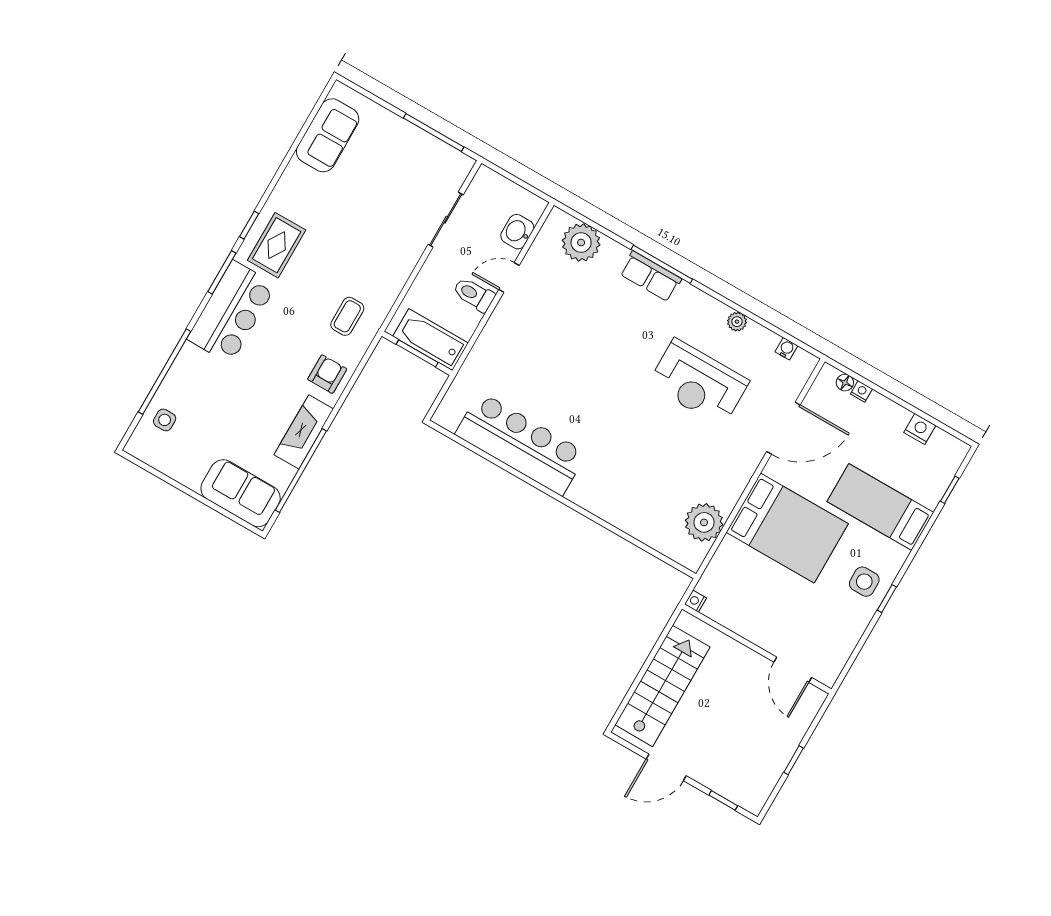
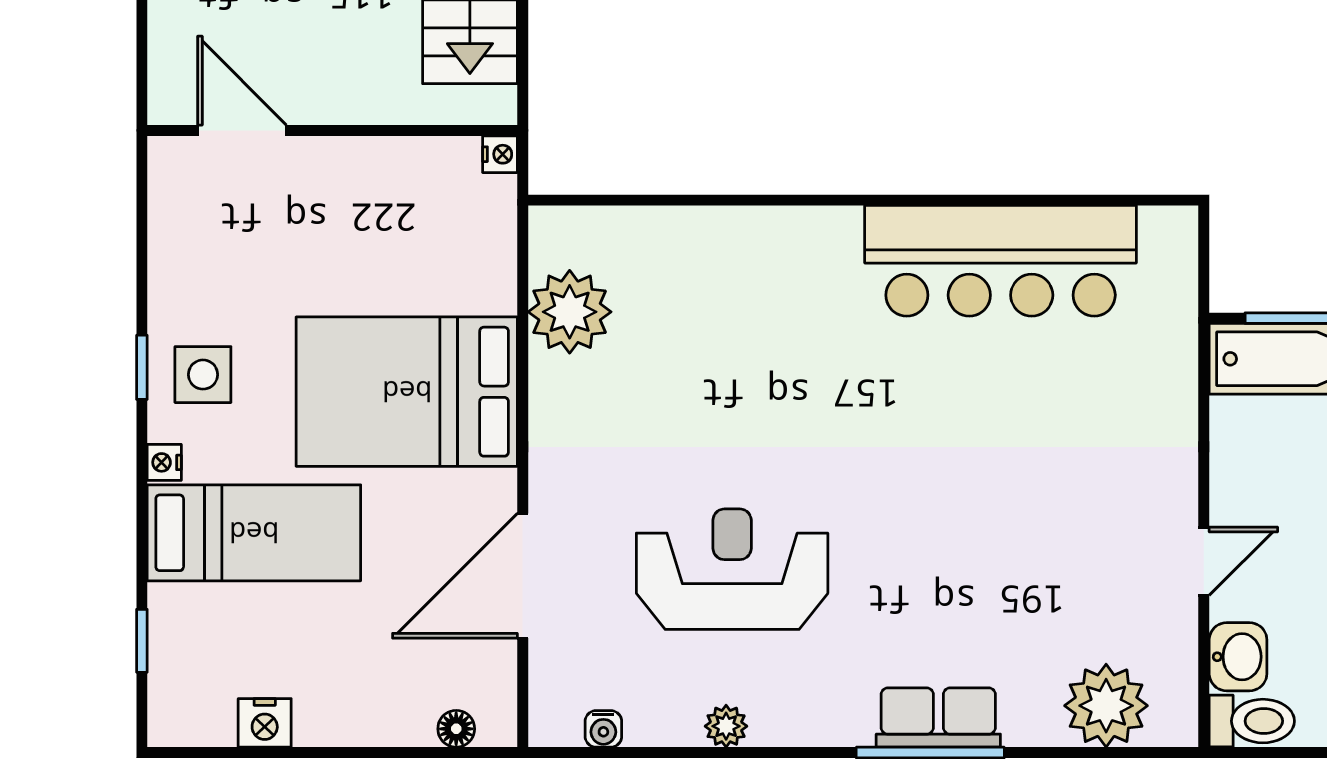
toilet: (474, 294) -> (1252, 721), moved
nightstand: (861, 391) -> (164, 462), moved, turned 90

